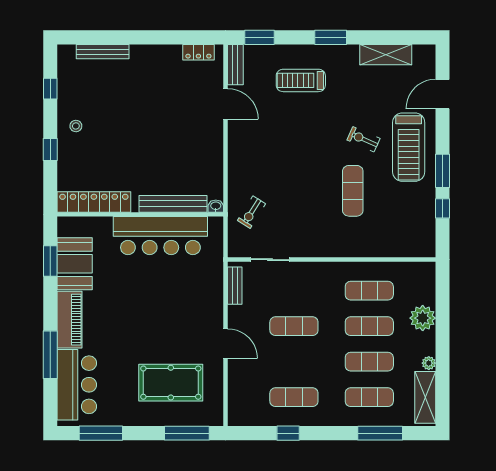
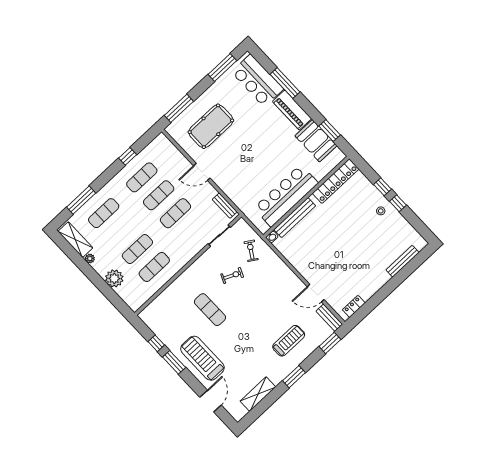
window: (50, 89) -> (398, 203), moved
exercise bike: (363, 139) -> (232, 276), moved
exercise mat: (369, 362) -> (159, 195), moved

